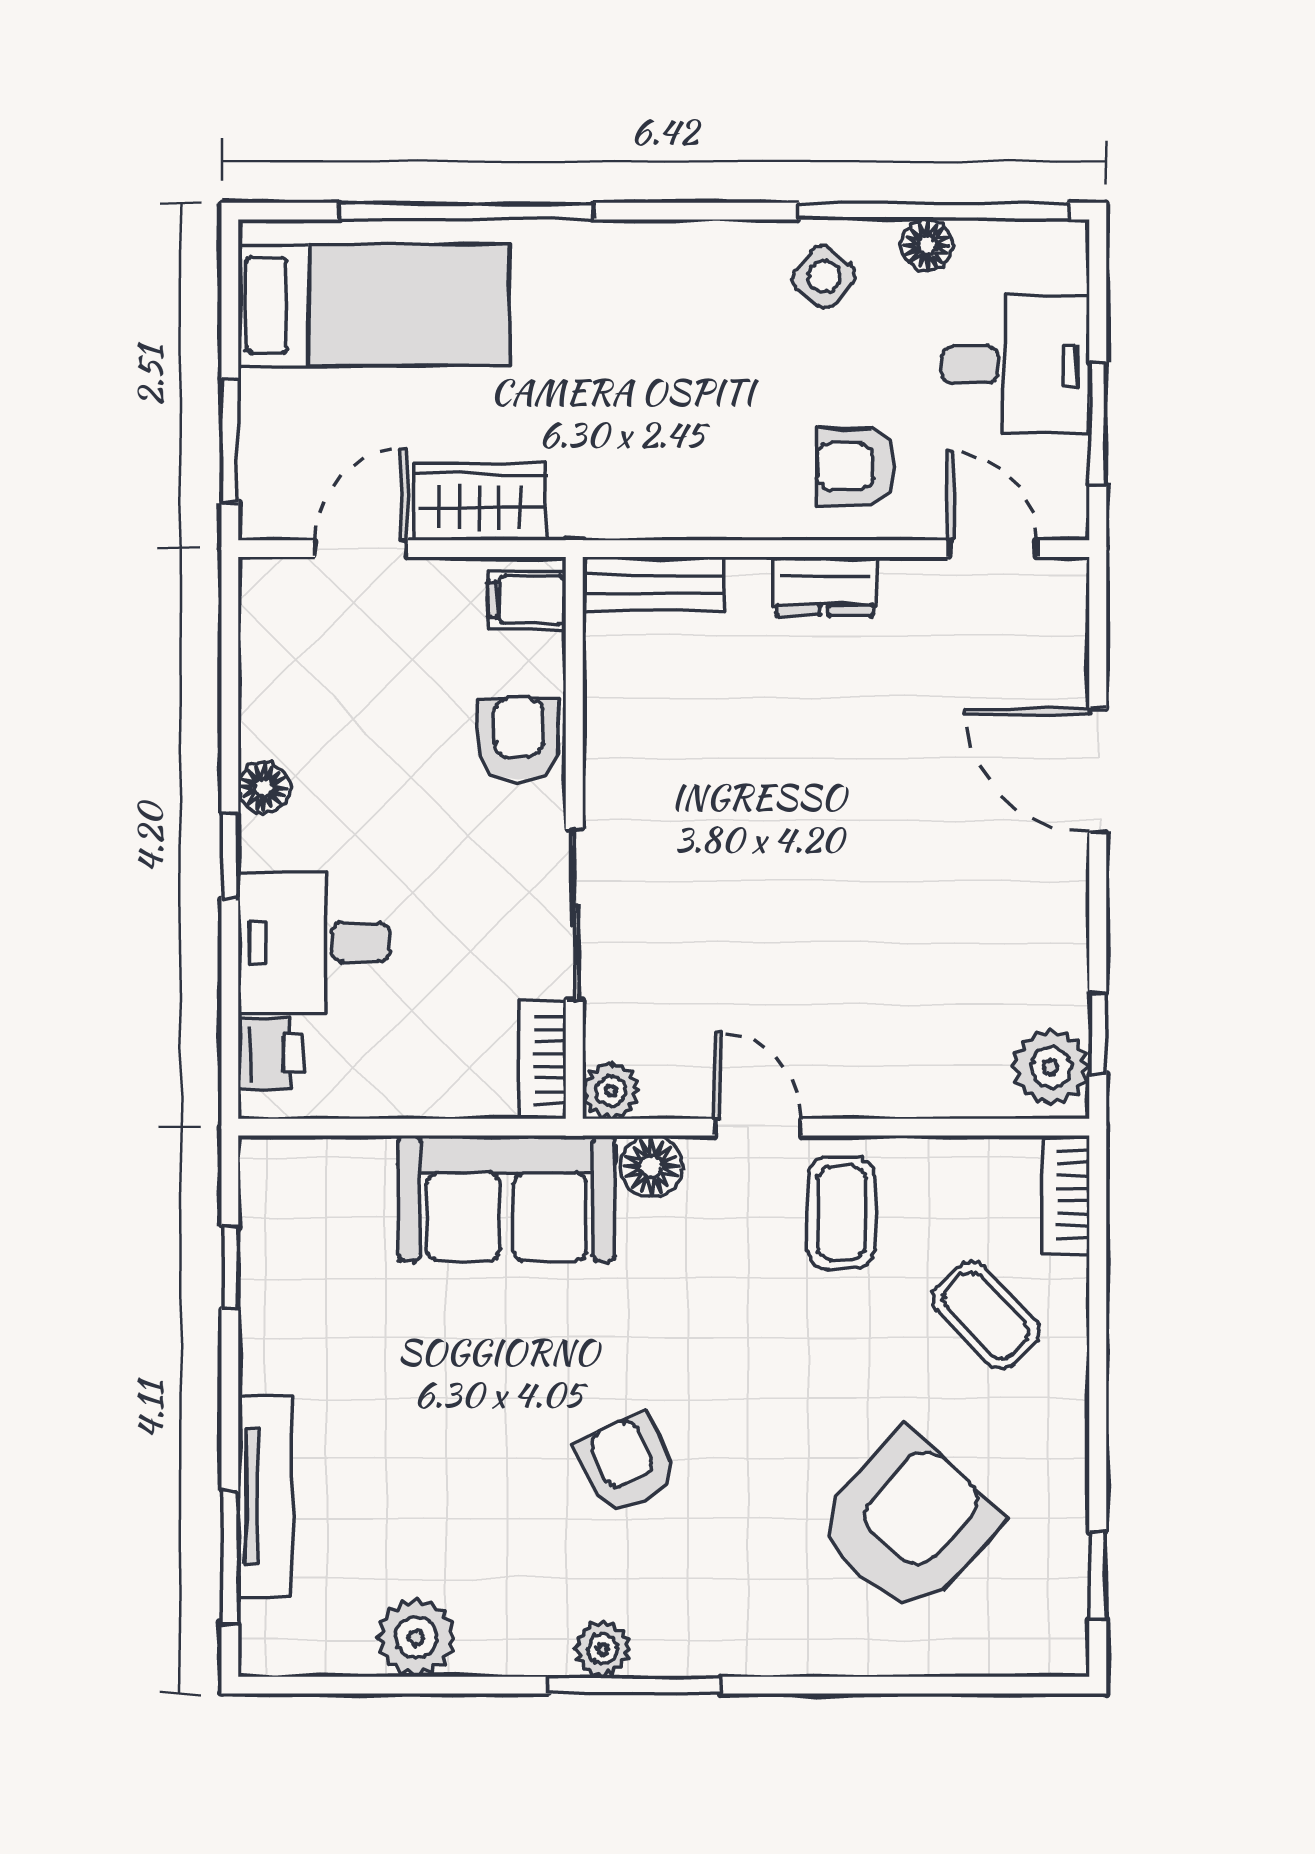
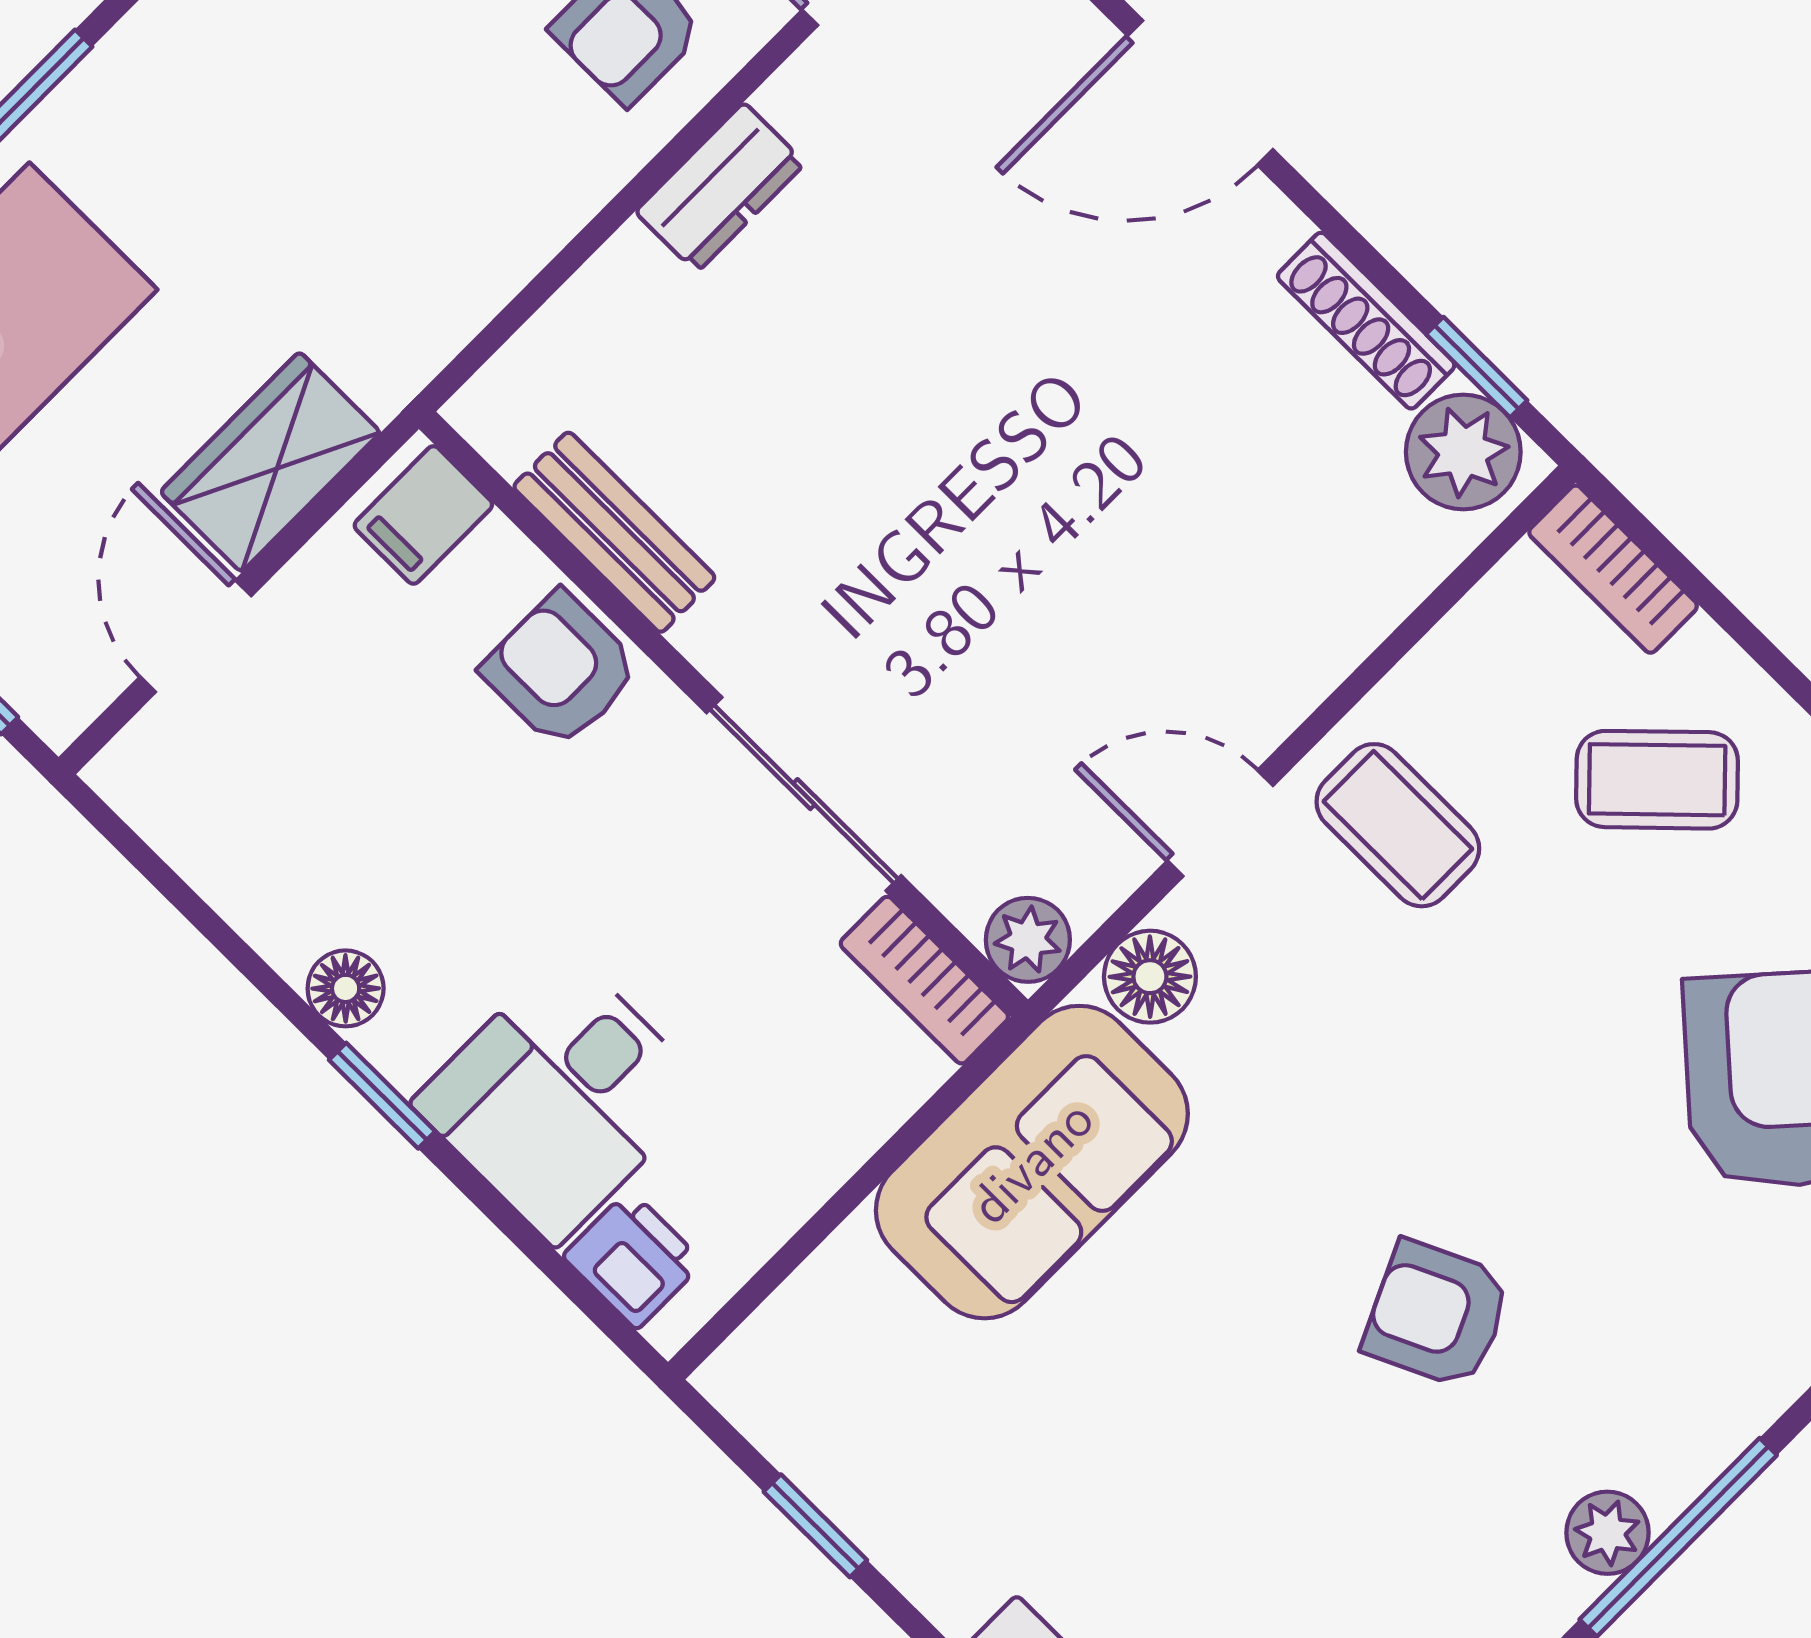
bench: (653, 584) -> (614, 532), moved, turned 90
shoe rack: (1068, 958) -> (1366, 321), added

